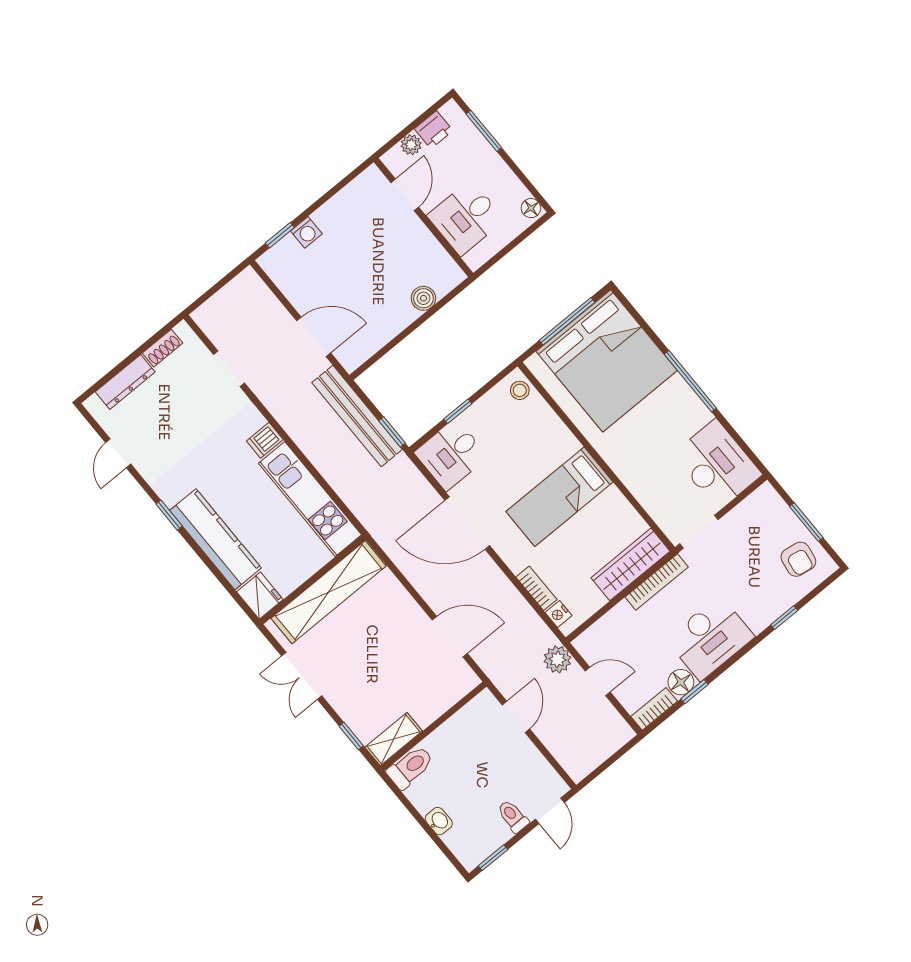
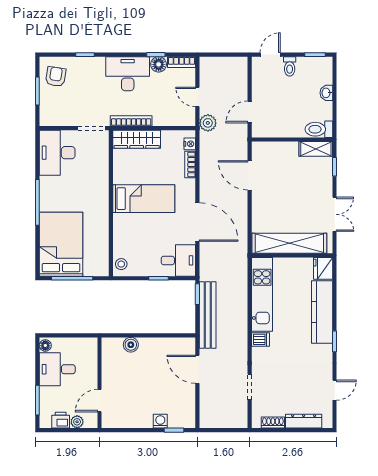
desk: (466, 218) -> (57, 369), moved, turned 180
bed: (607, 361) -> (61, 244), width x0.73

